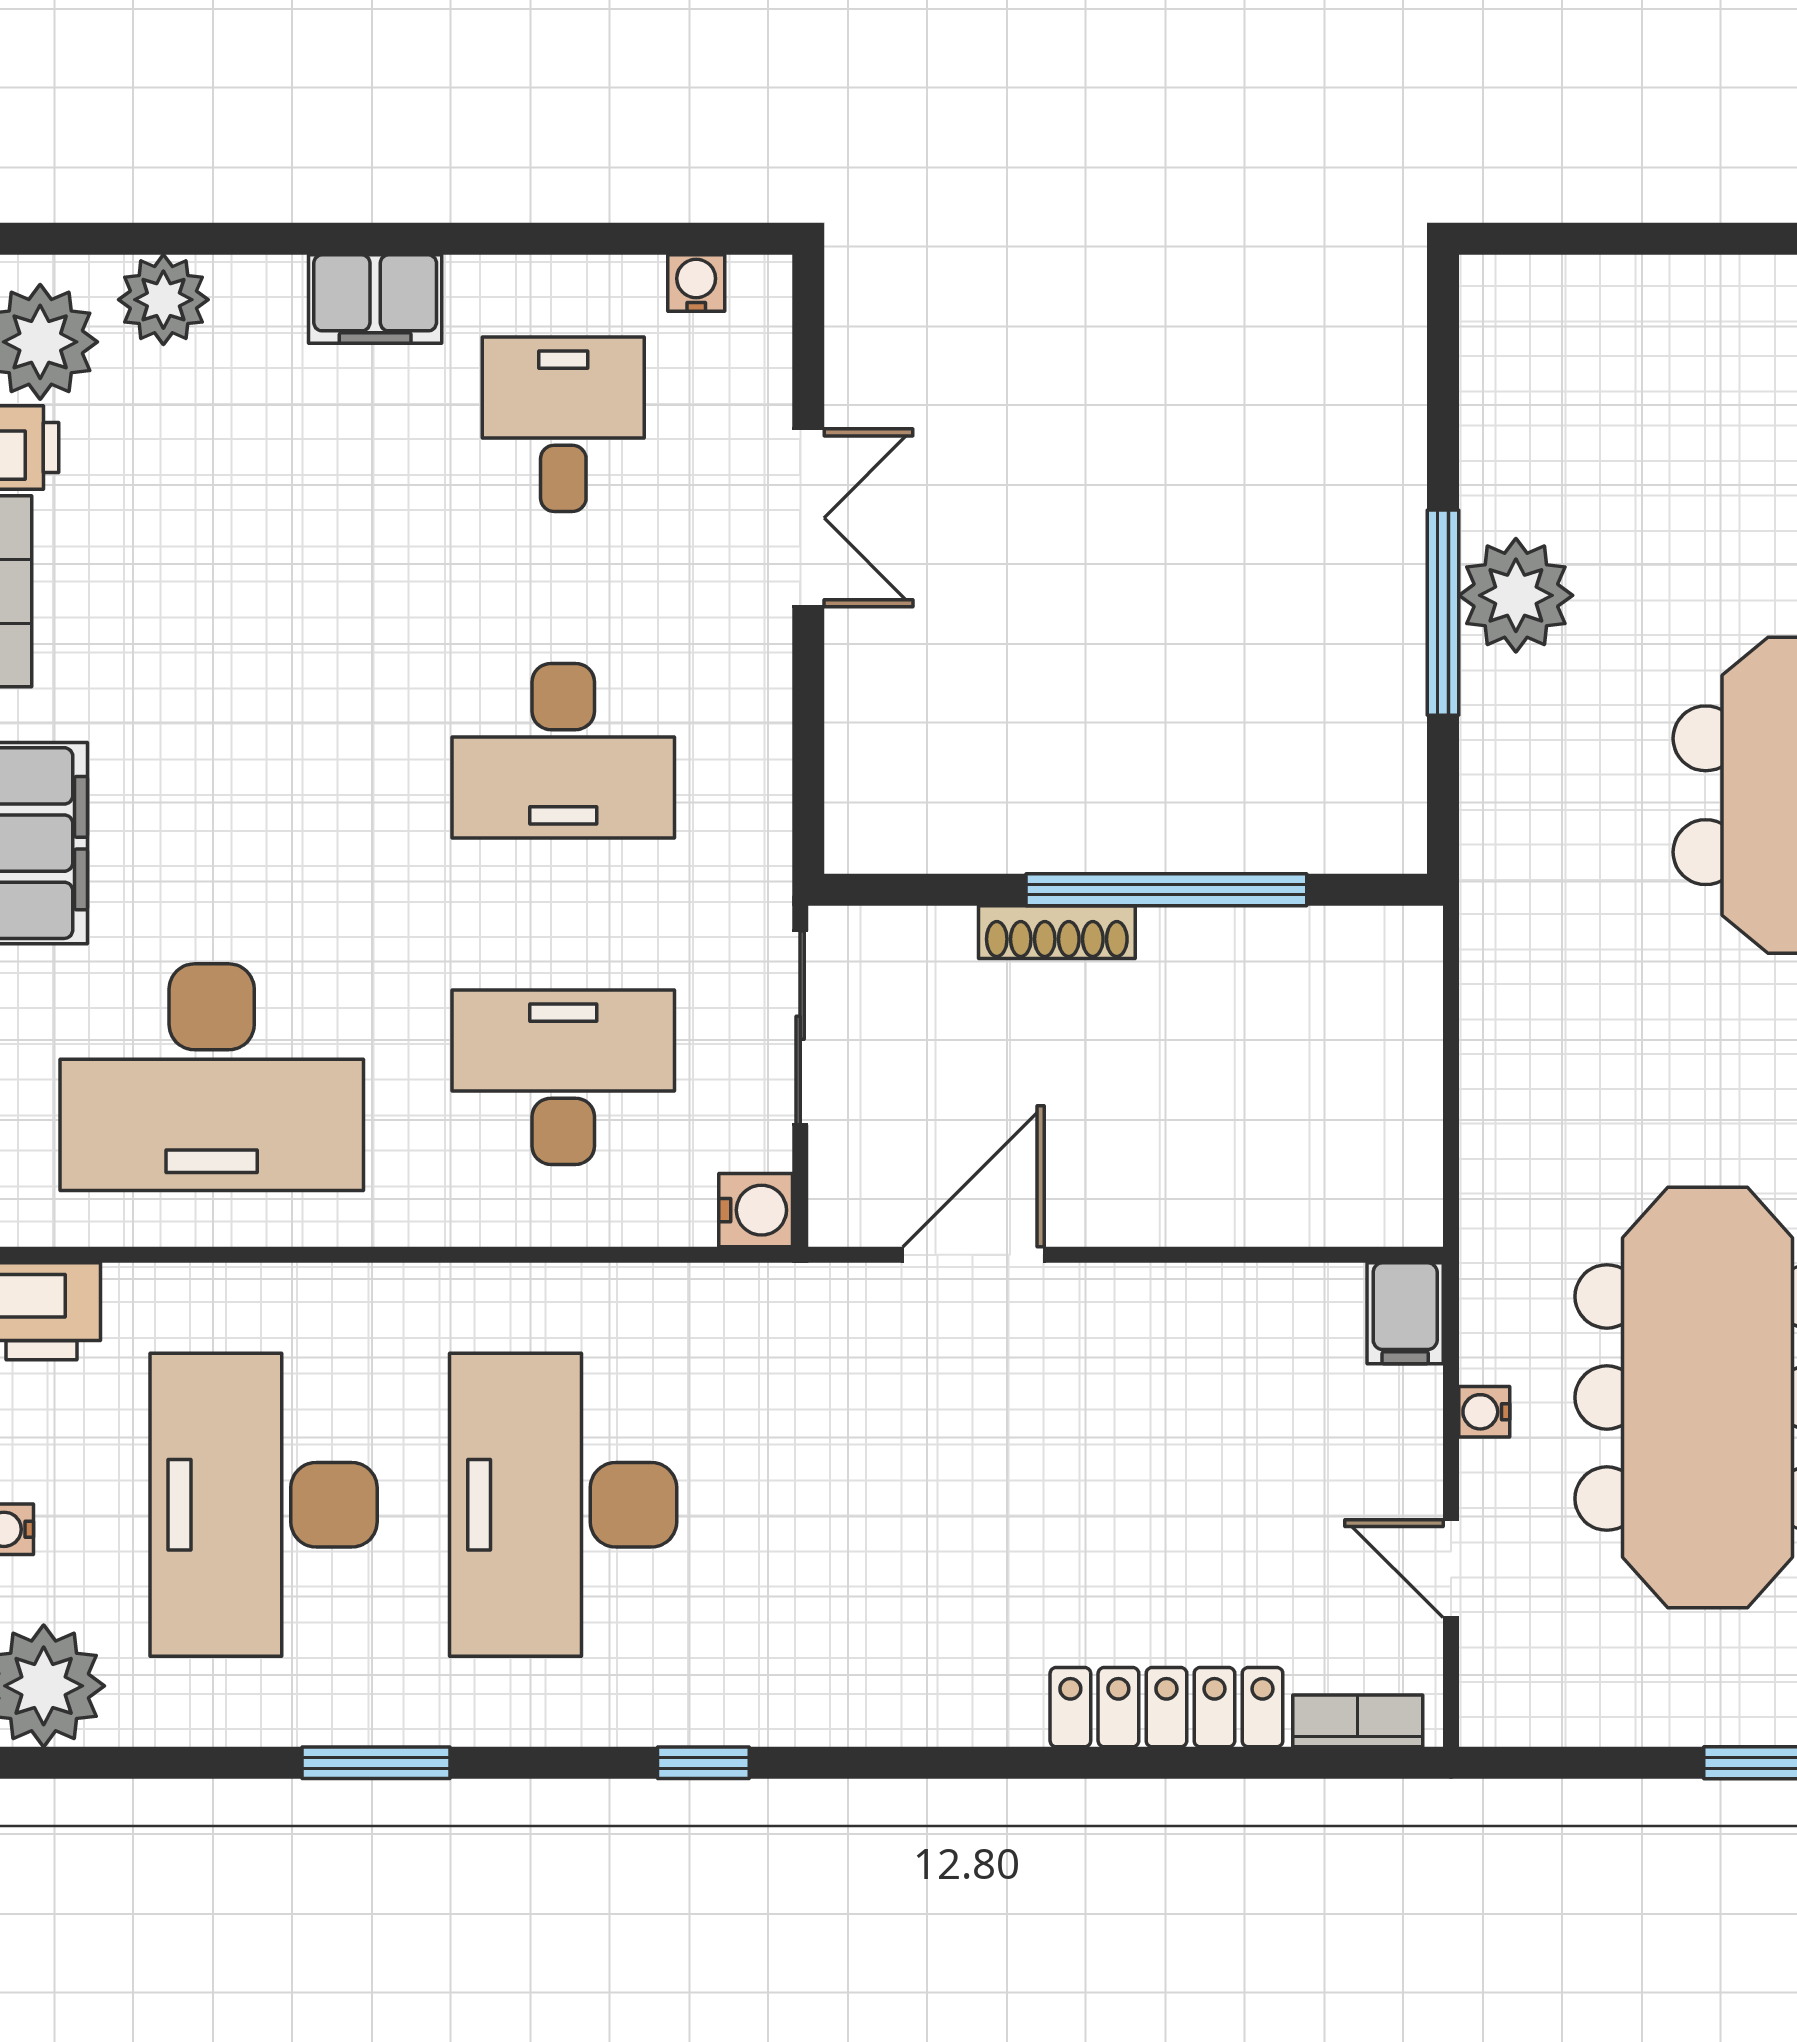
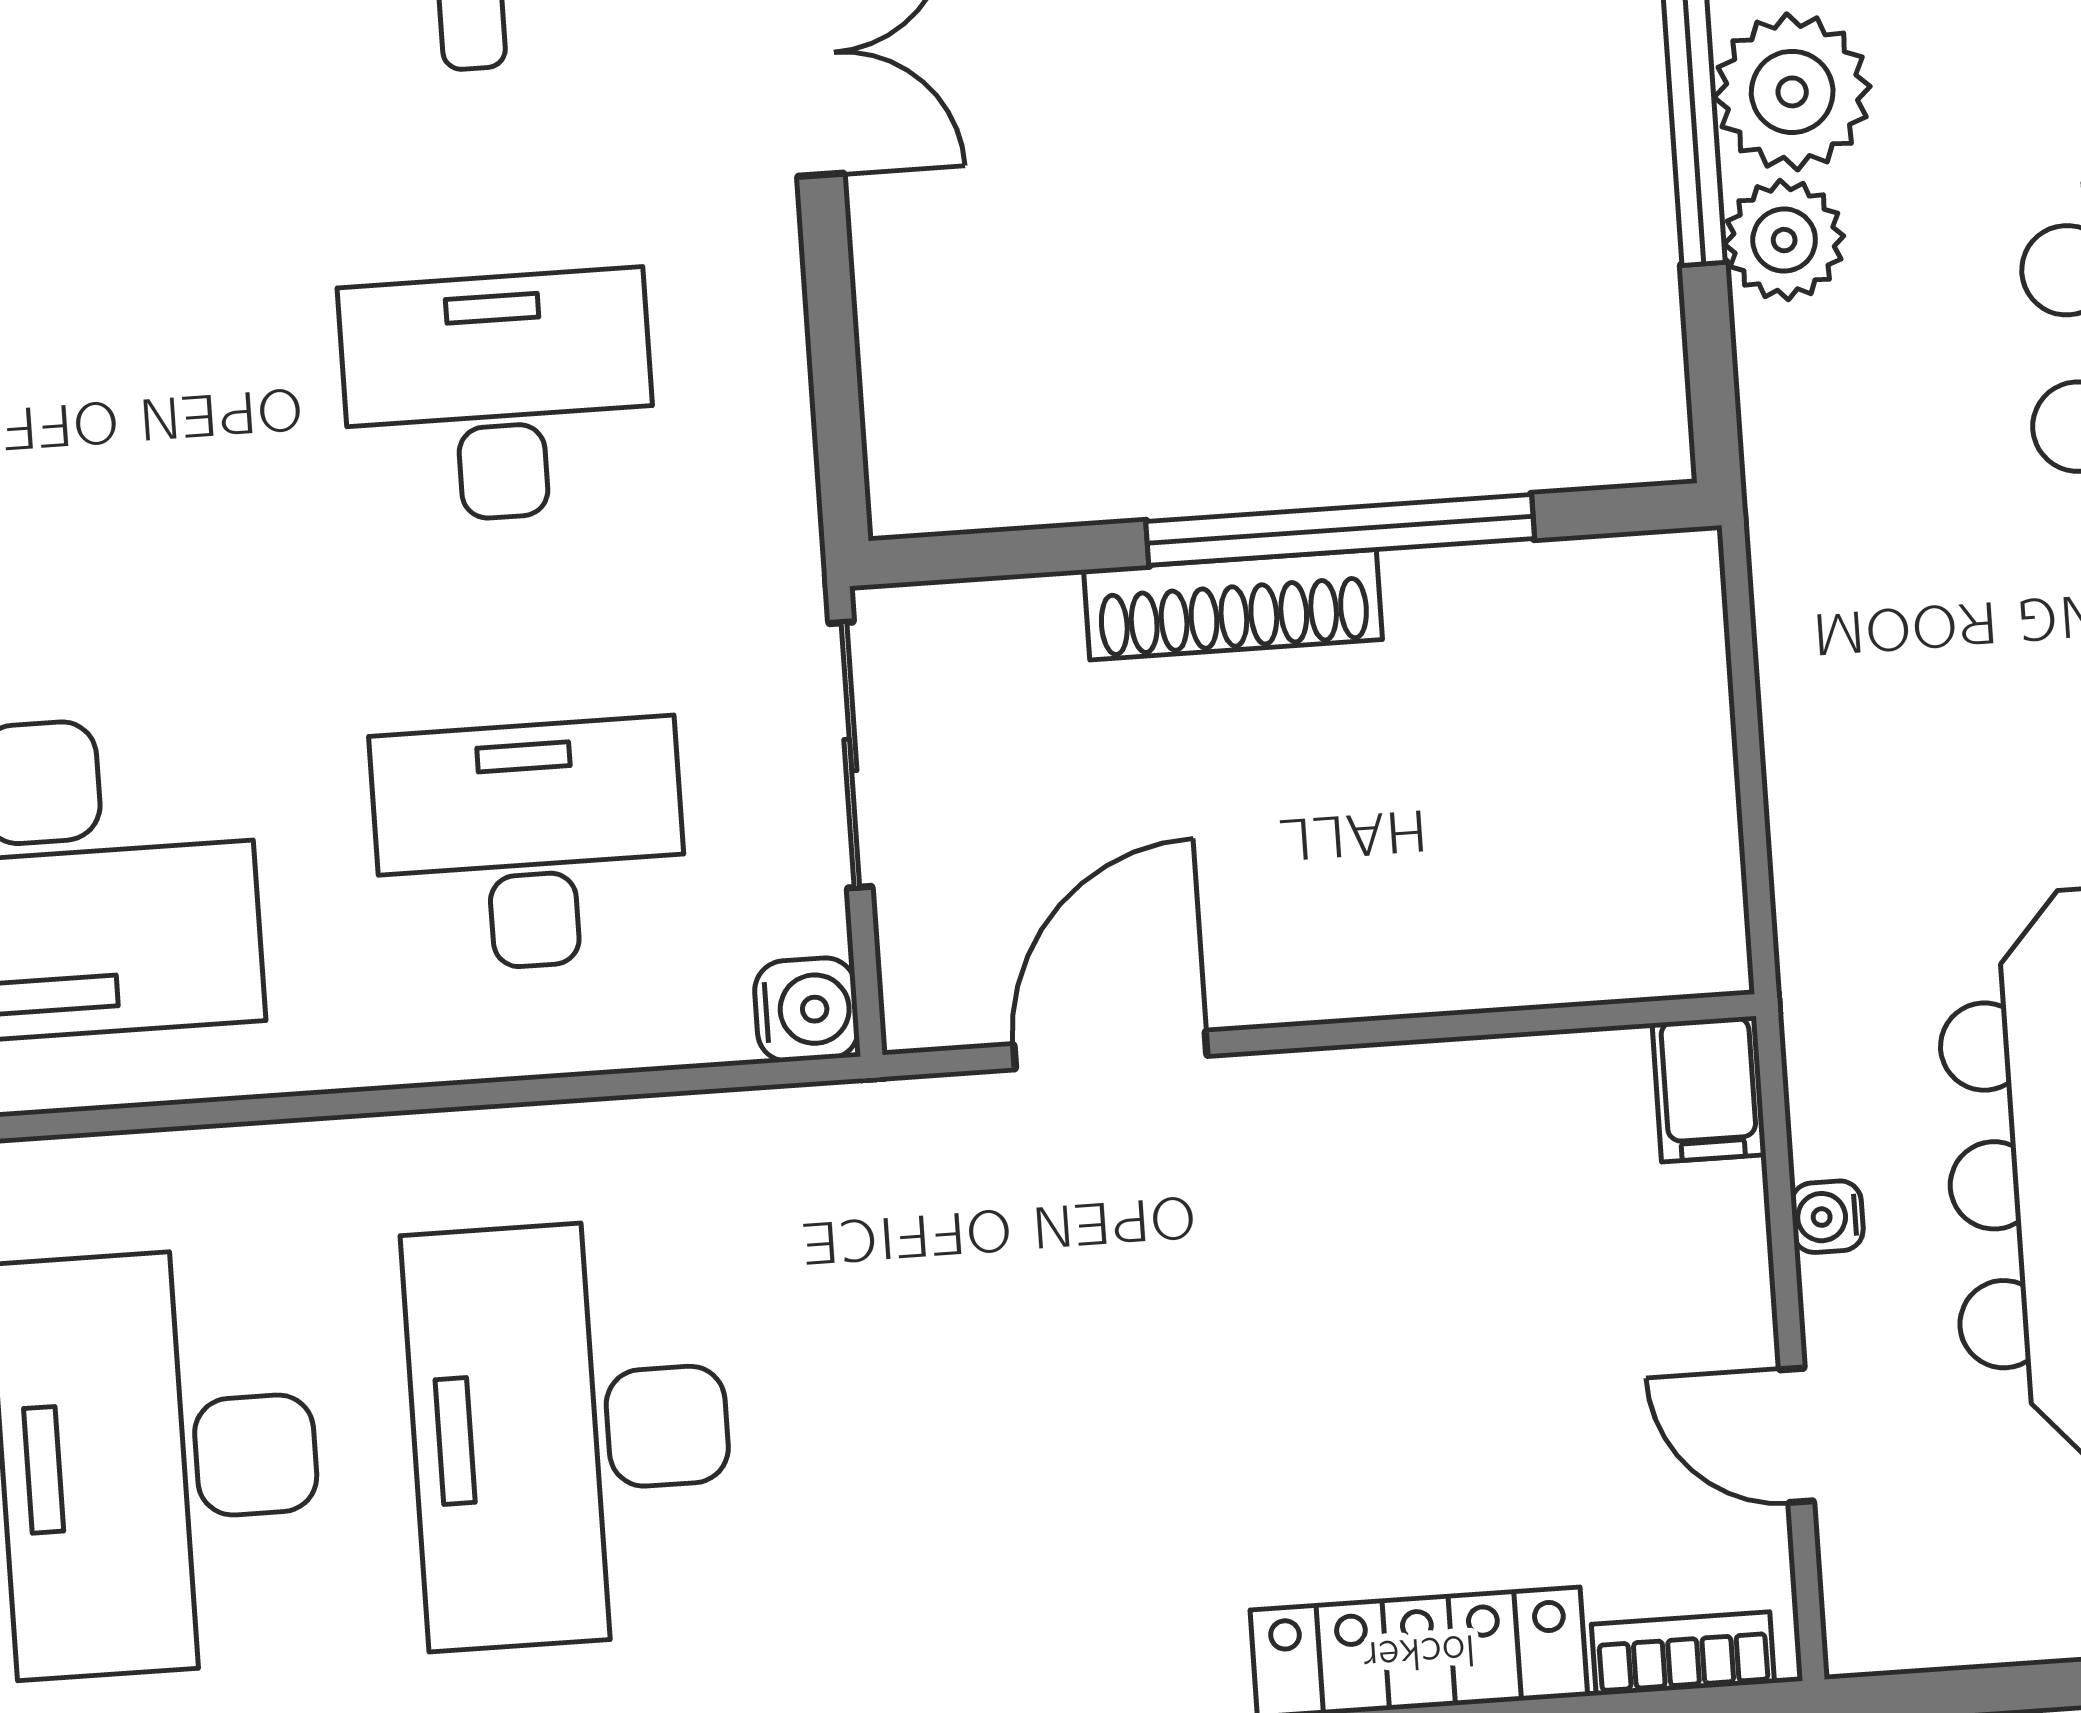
plant: (1503, 702) -> (1784, 240), added
desk: (563, 751) -> (498, 397), turned 180
shoe rack: (1057, 932) -> (1233, 605), width x1.36, depth x1.24

